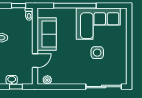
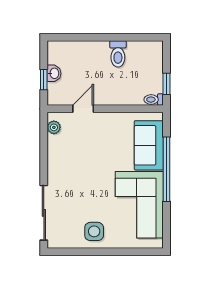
sofa: (47, 34) -> (149, 145), moved, turned 90
side table: (97, 53) -> (94, 231), moved
door: (35, 61) -> (83, 109), swing flipped

